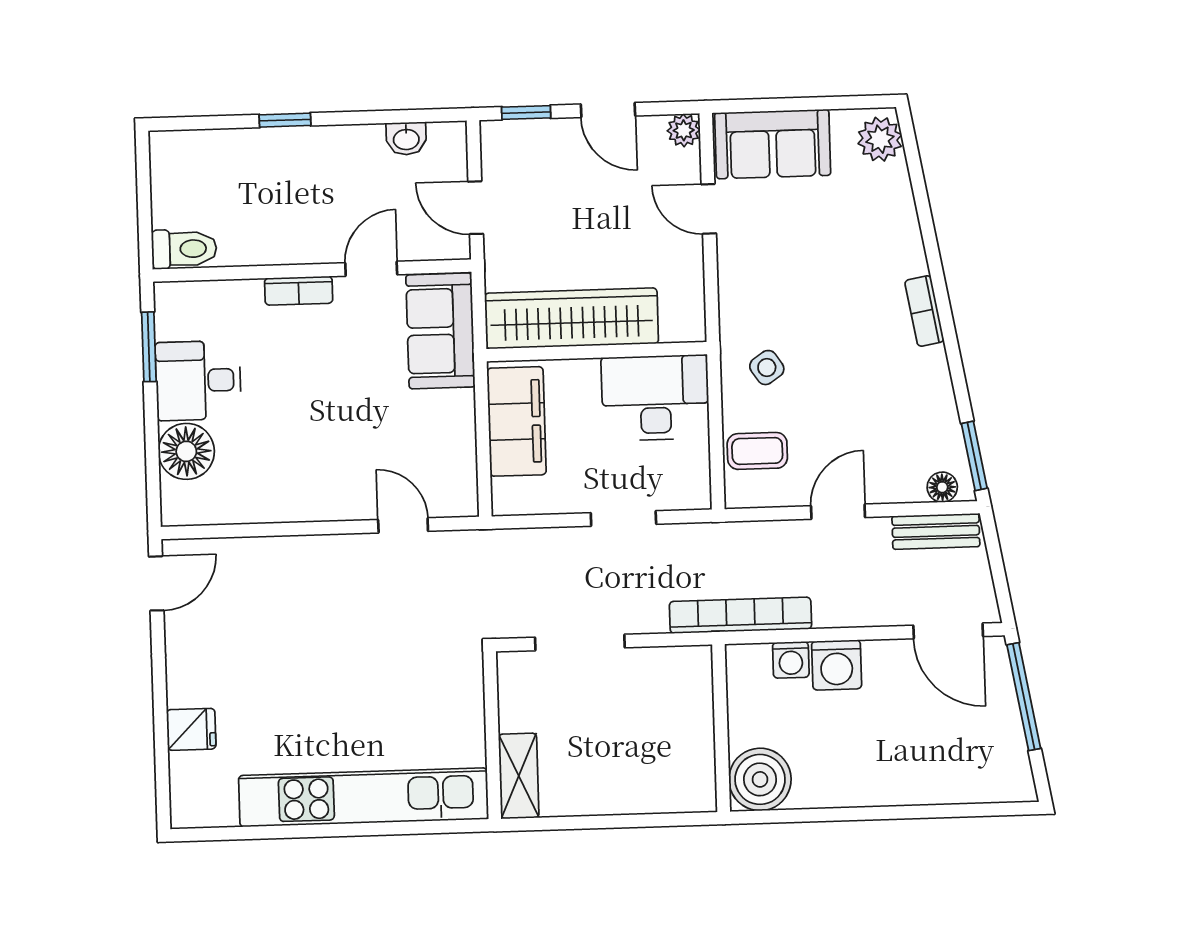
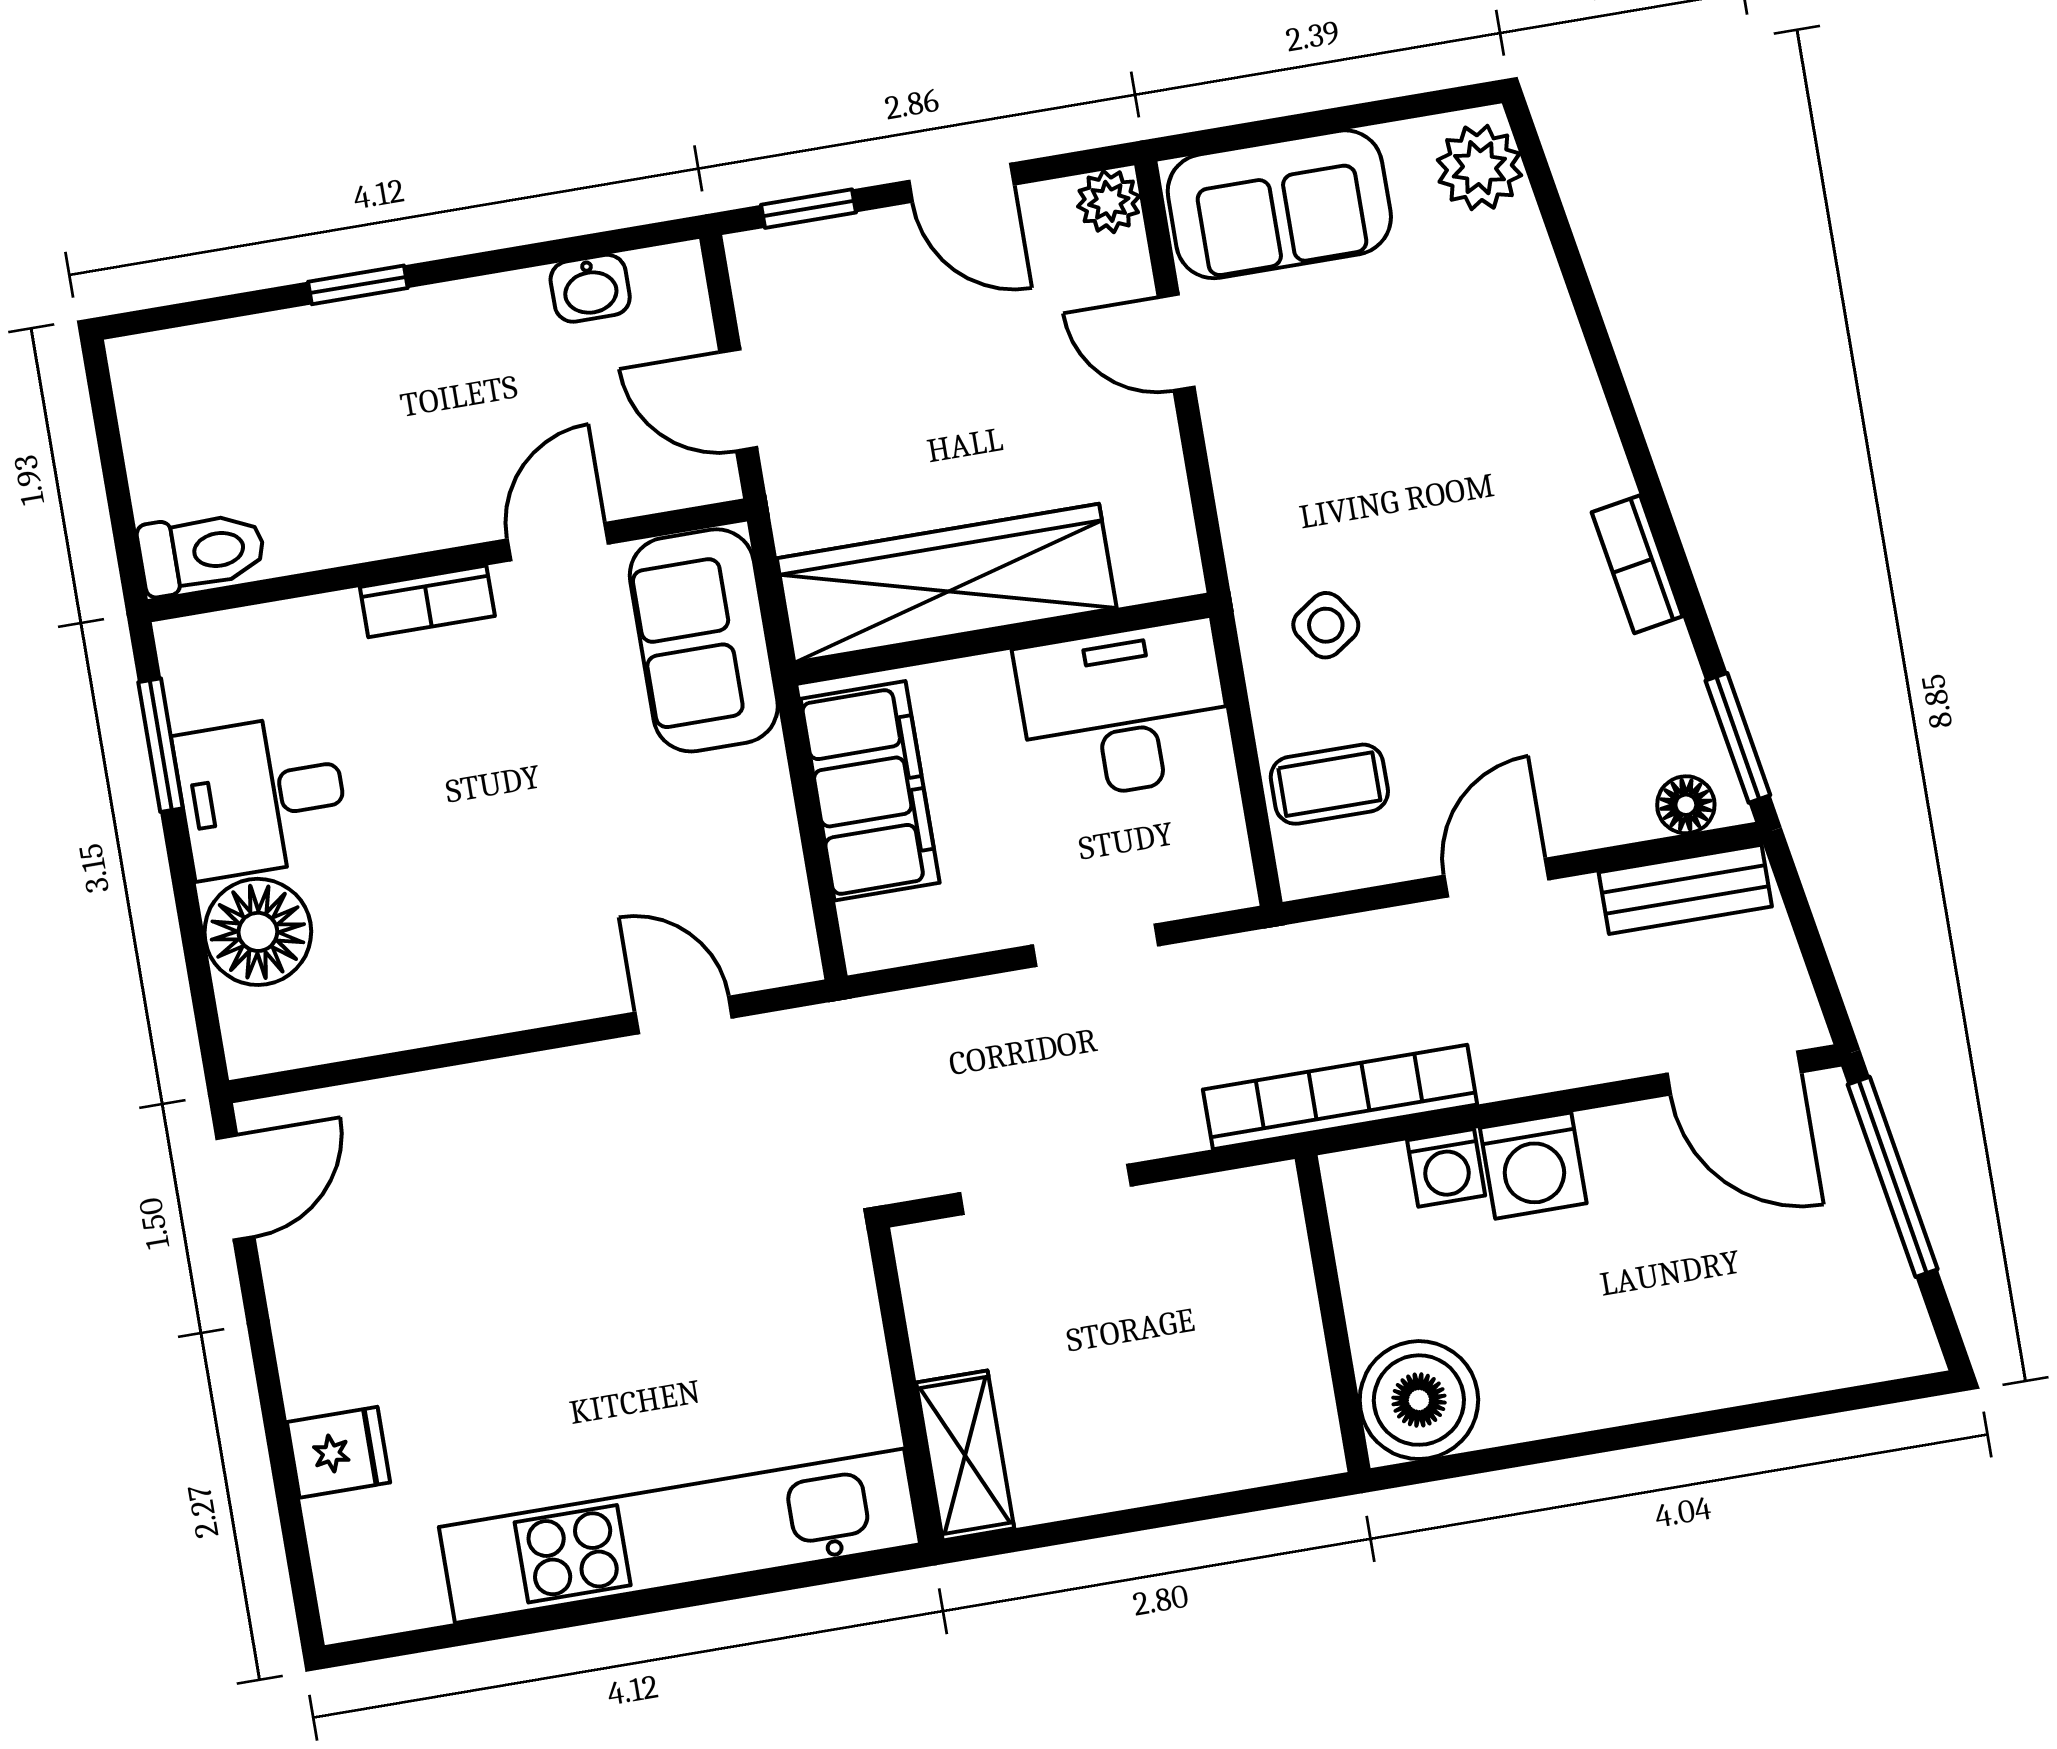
bookcase: (924, 311) -> (1637, 564), moved

